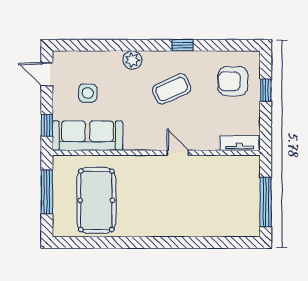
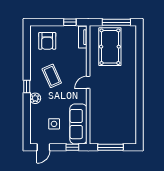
window: (182, 45) -> (27, 87), moved
window: (266, 90) -> (70, 22), moved
door: (178, 153) -> (88, 82), moved
pool table: (96, 200) -> (110, 47), moved, turned 90

